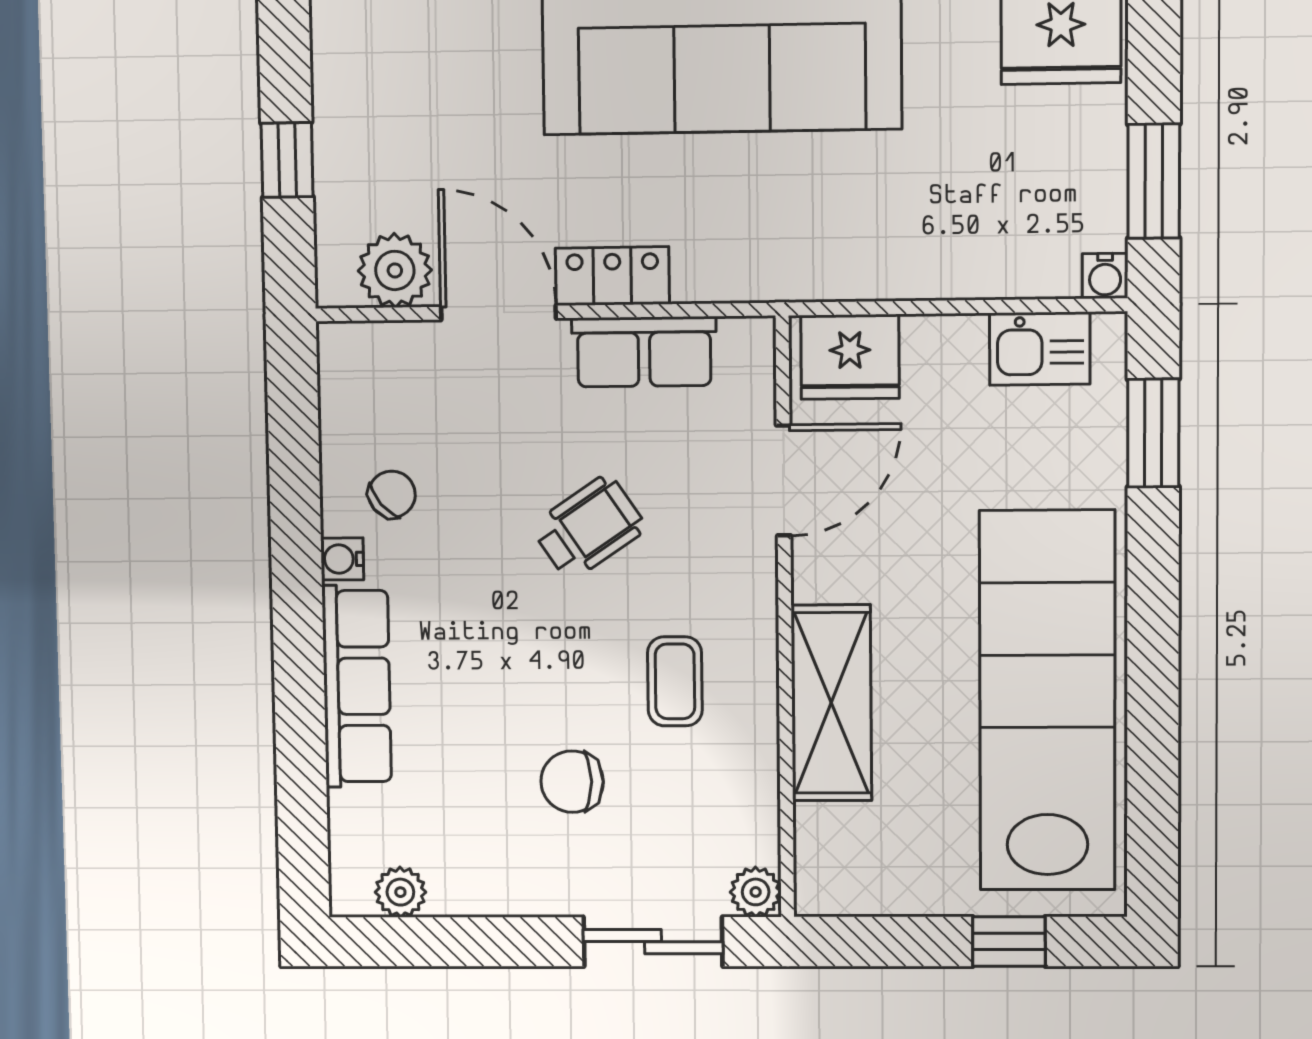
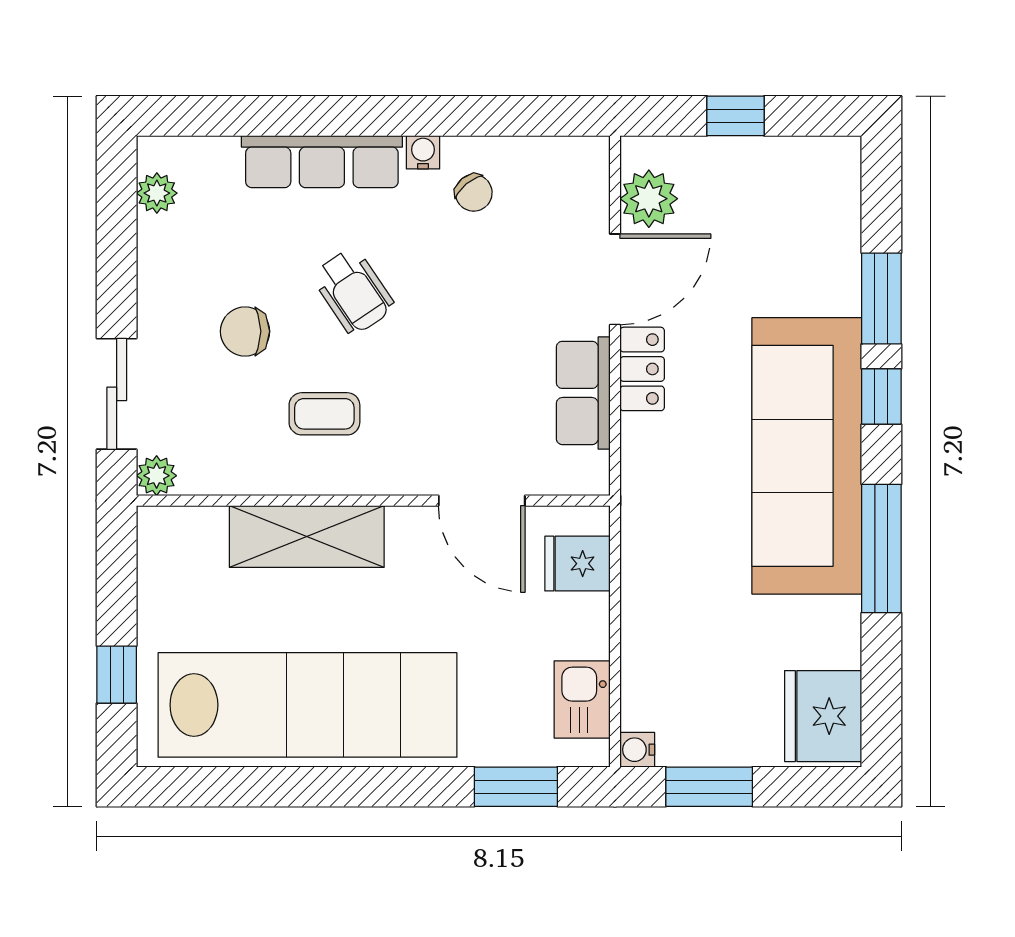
fridge: (850, 357) -> (577, 564), width x0.72
wheelchair: (589, 527) -> (353, 291), moved
chair: (572, 782) -> (245, 331), turned -90

